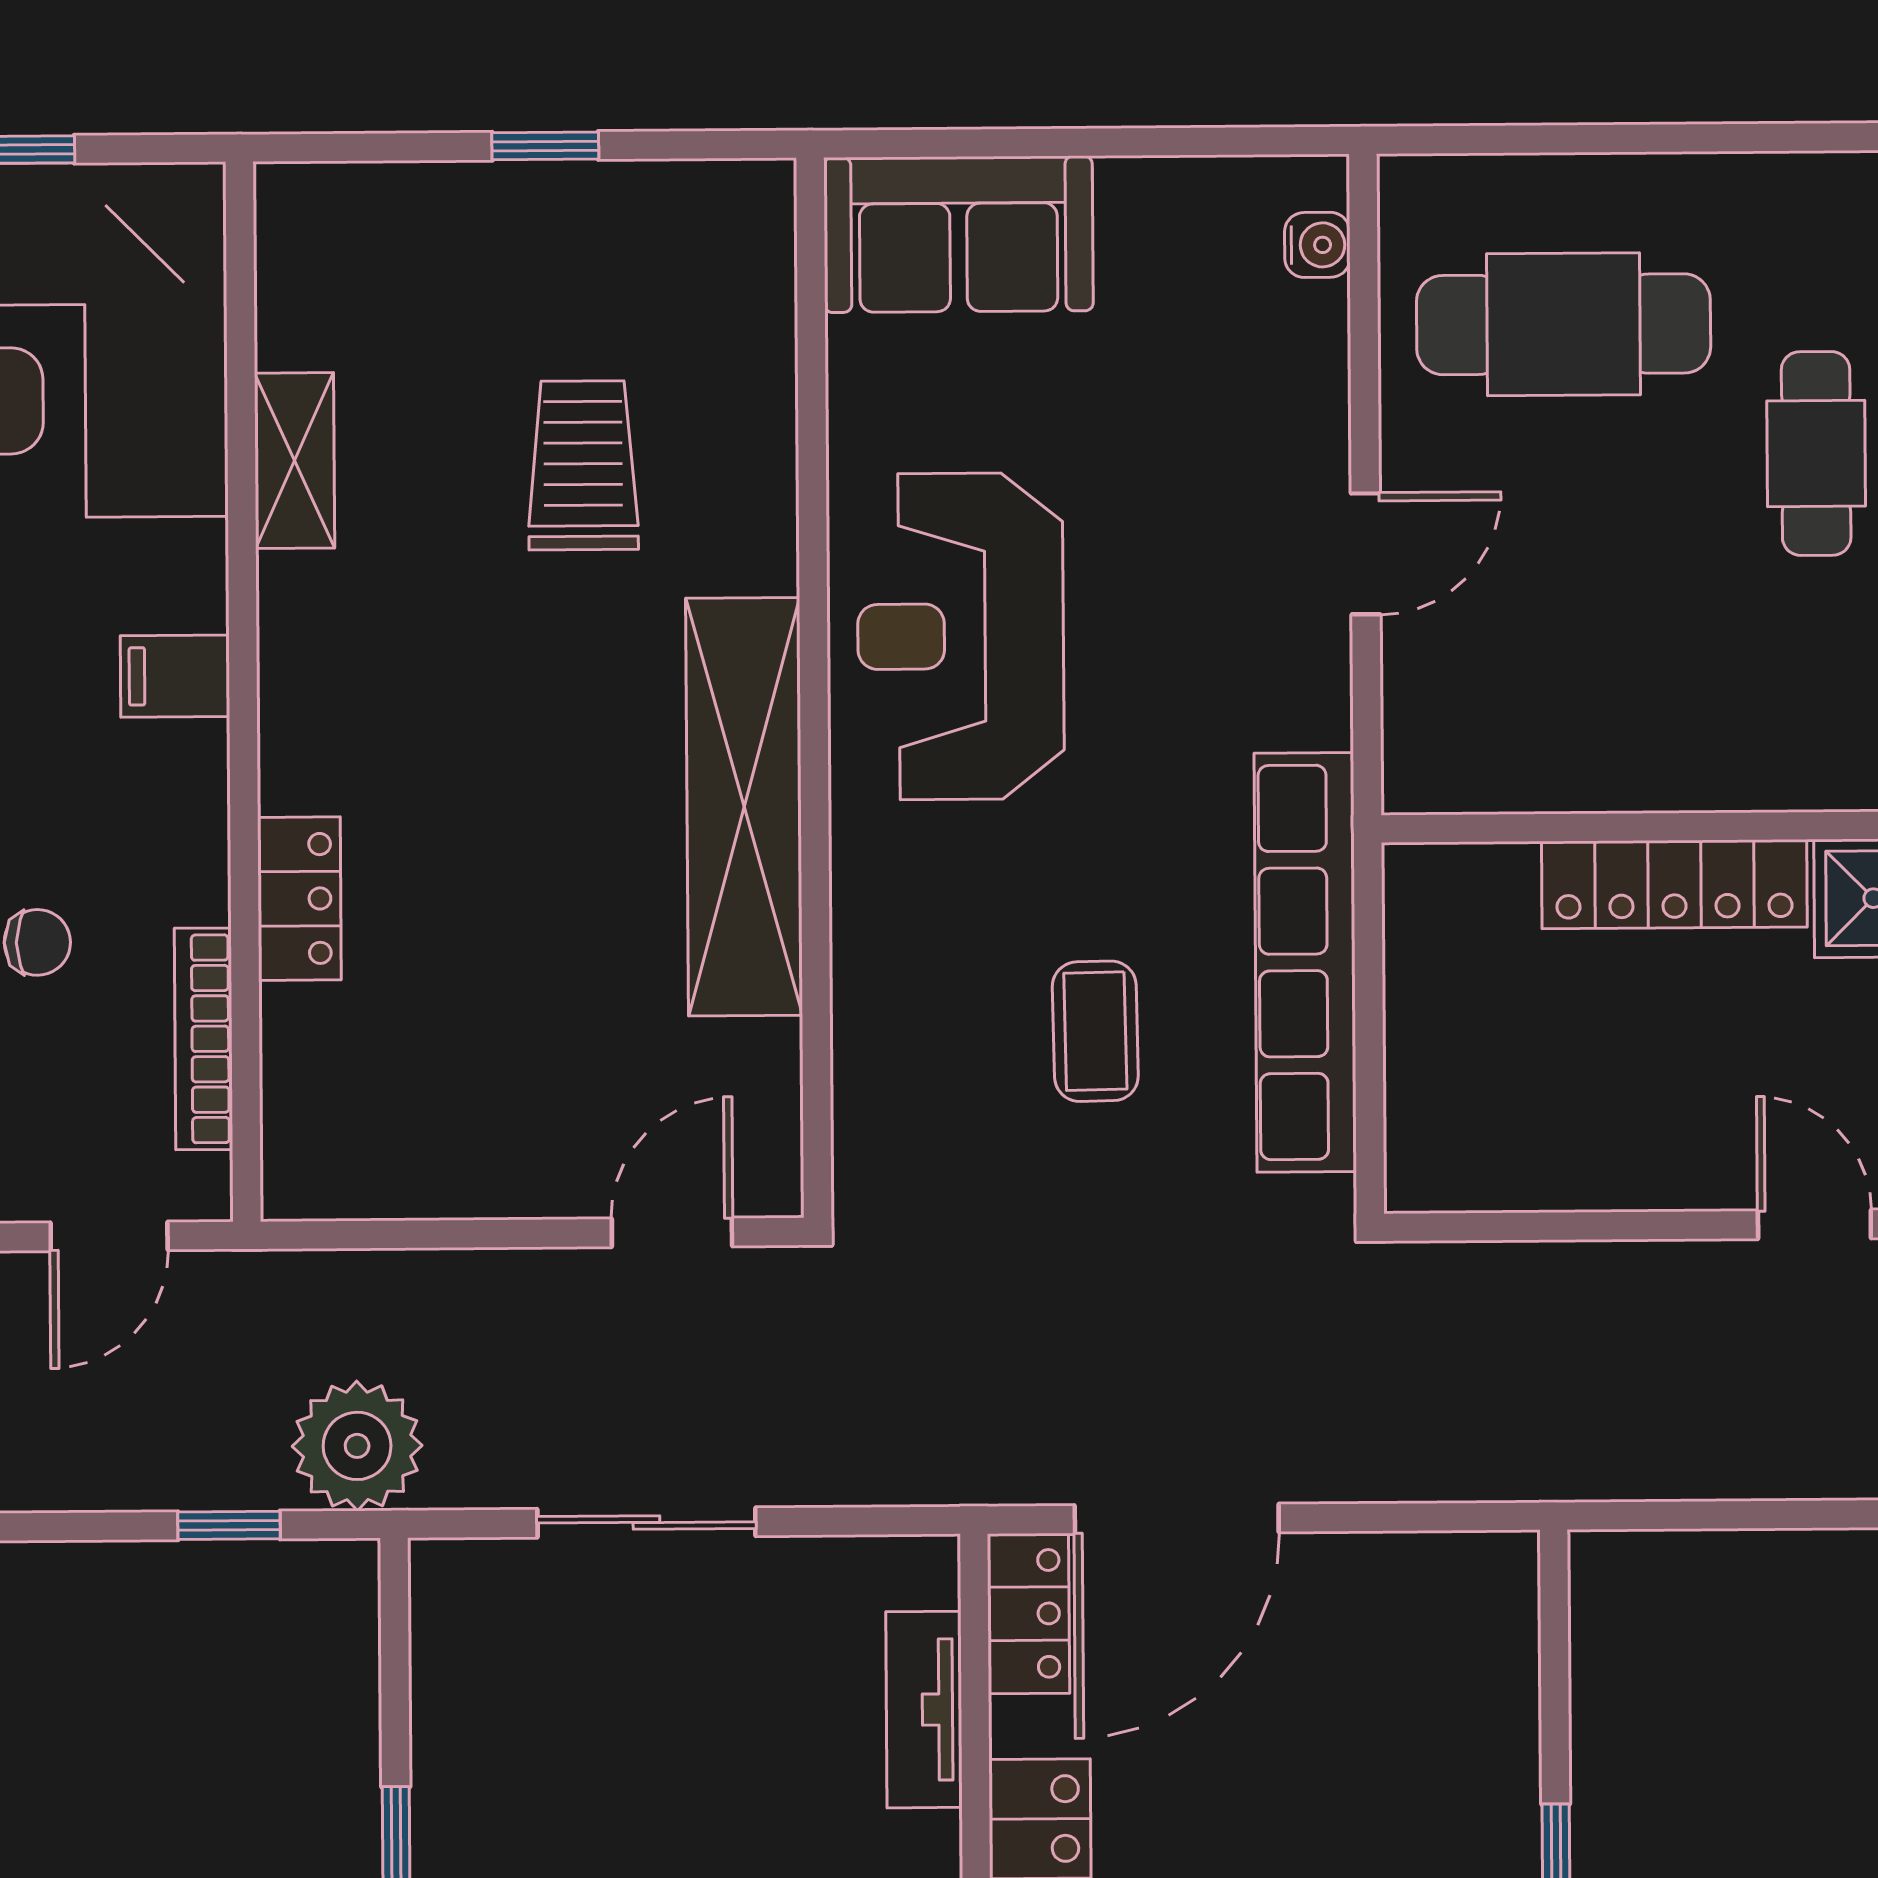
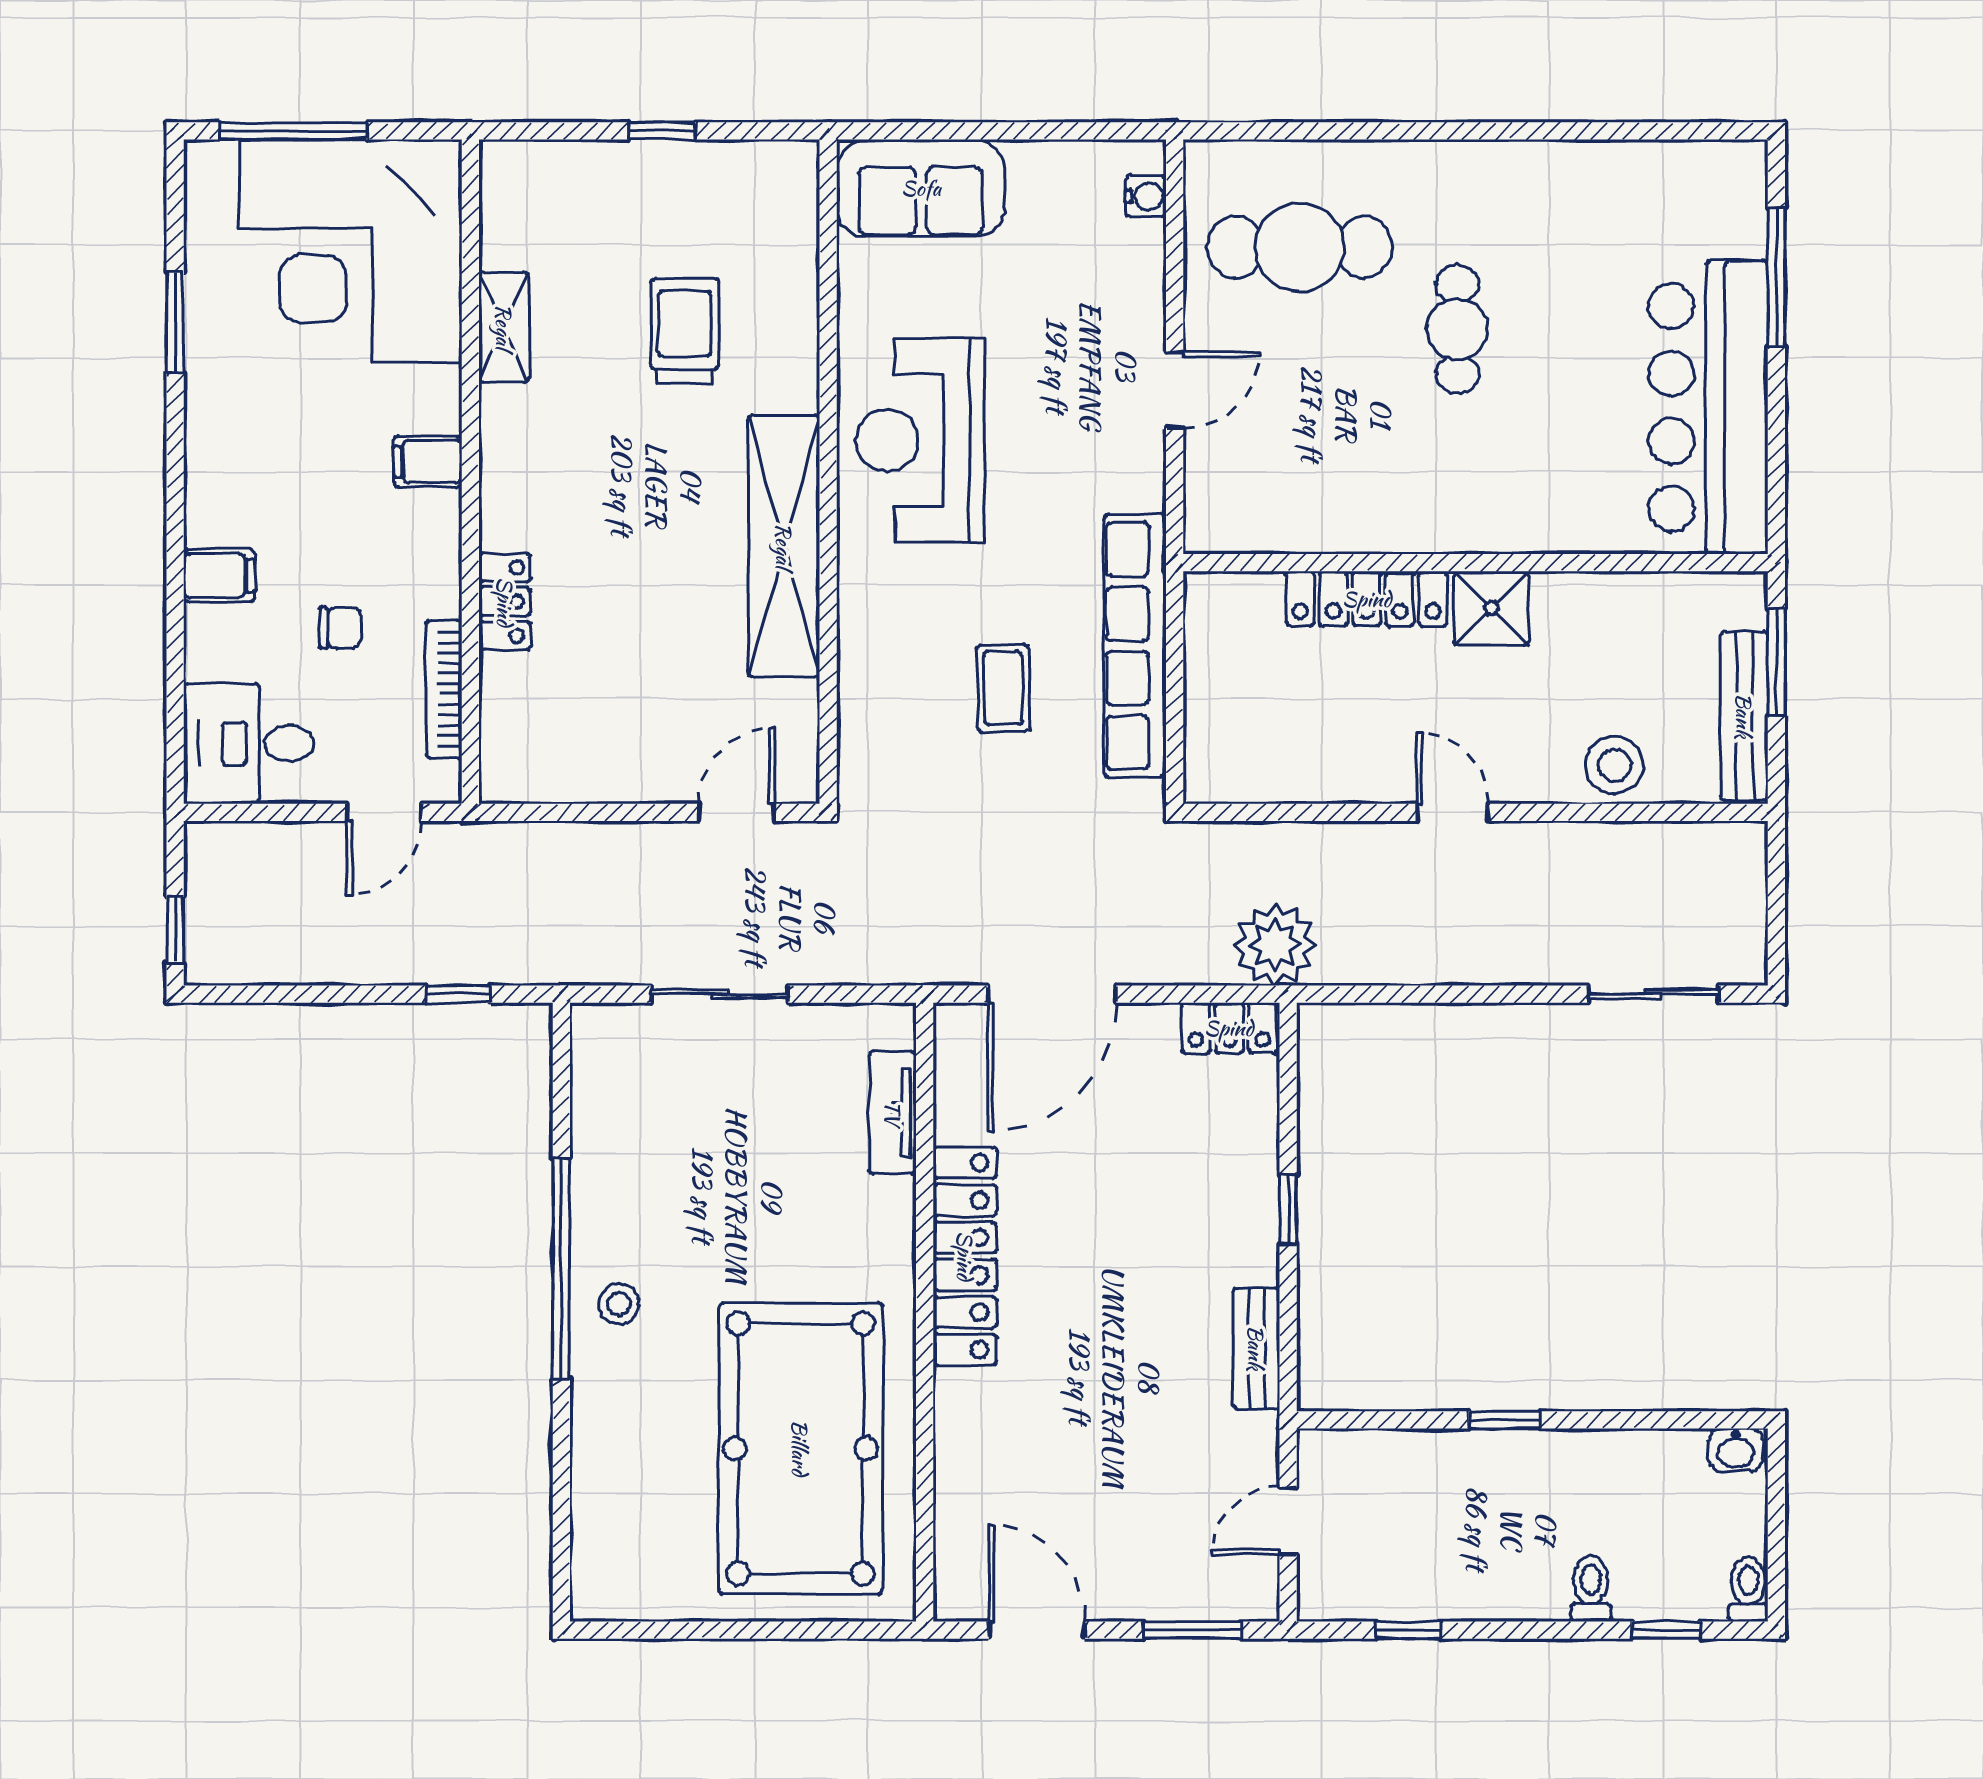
plant: (357, 1446) -> (1275, 945), moved
locker: (1028, 1614) -> (1229, 1028), moved, turned 90

